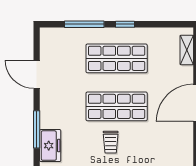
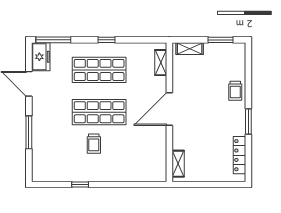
window: (84, 24) -> (53, 40), moved
freezer: (50, 146) -> (41, 57), moved

